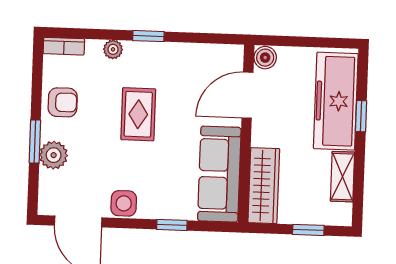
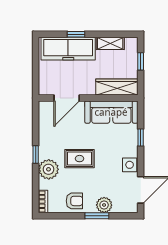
plant: (113, 49) -> (49, 169), width x1.88, depth x1.88
boiler: (265, 58) -> (45, 89), removed
door: (247, 95) -> (67, 98), hinge flipped
armchair: (63, 102) -> (74, 201), turned 90

